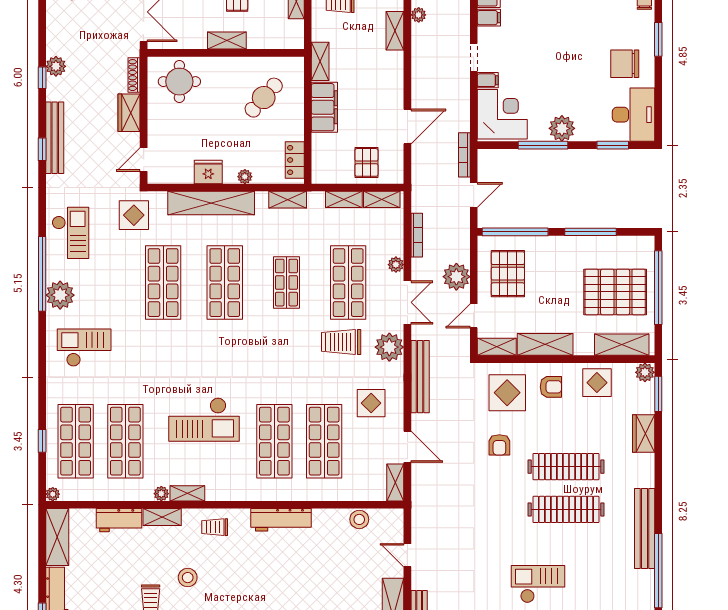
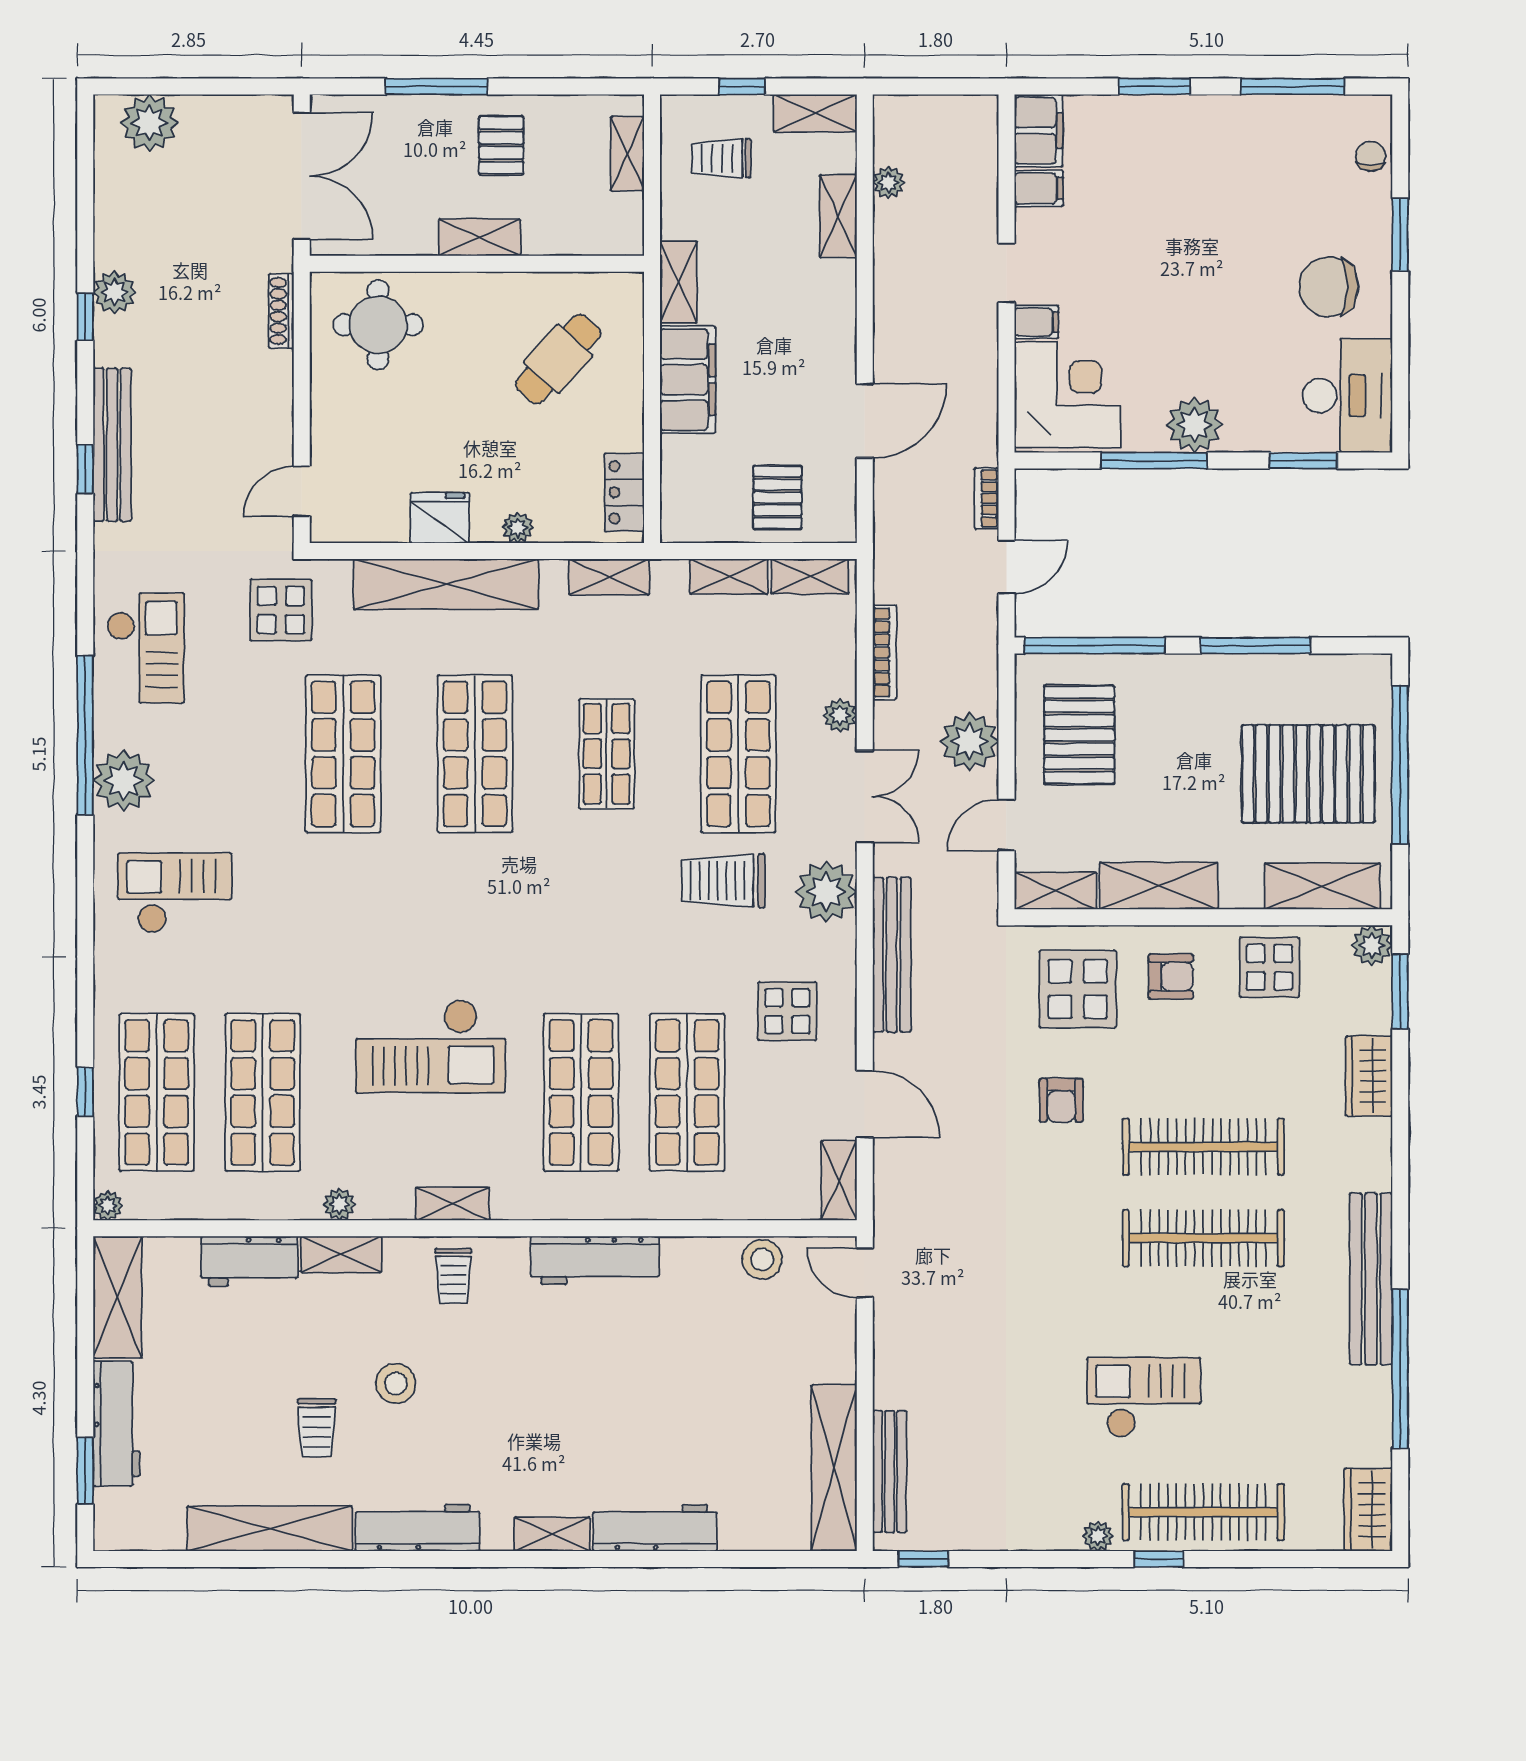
wardrobe: (129, 113) -> (270, 391), removed
bookcase: (464, 155) -> (986, 498), width x0.64
shelving: (187, 493) -> (453, 1204), moved
trolley: (215, 527) -> (453, 1276), turned -90
door: (407, 555) -> (865, 1273), moved

